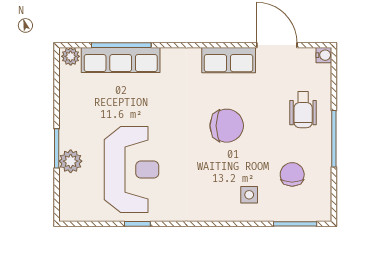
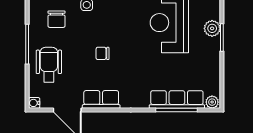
wheelchair: (303, 110) -> (49, 65), width x1.36, depth x1.37
chair: (227, 126) -> (103, 53), width x0.54, depth x0.54

